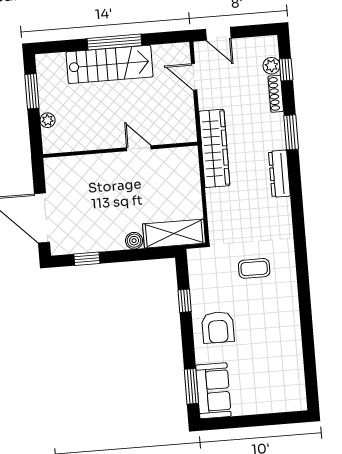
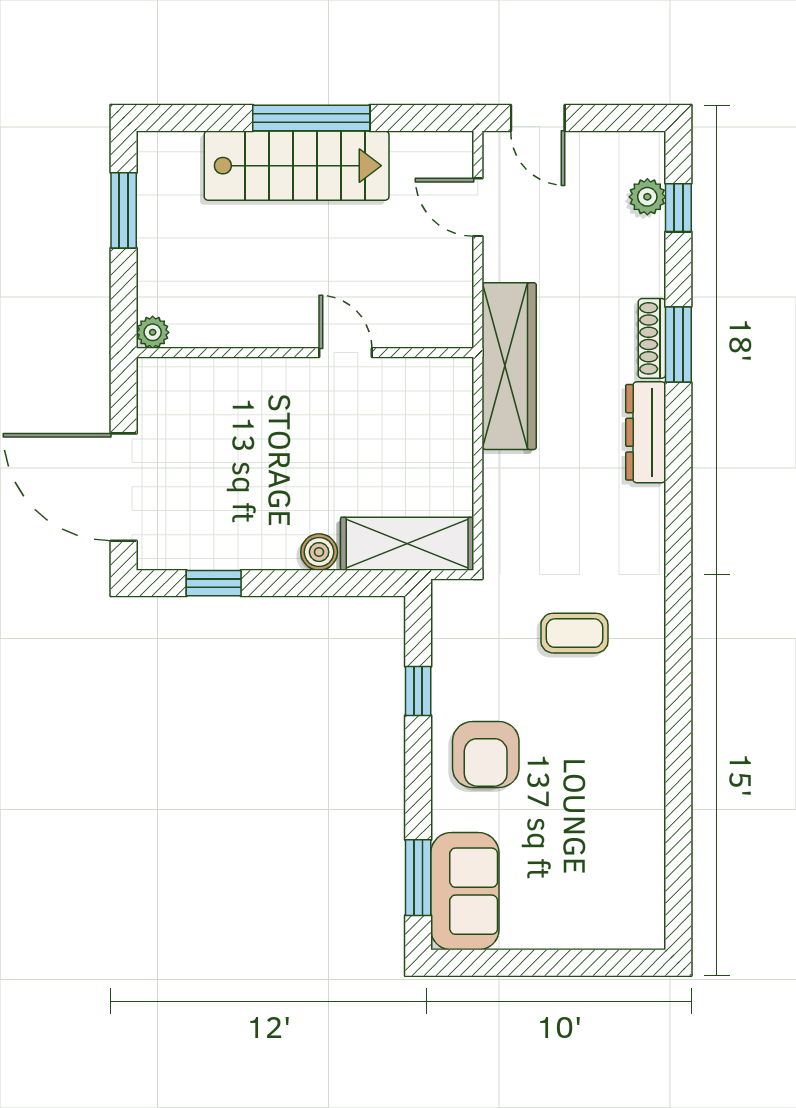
shoe rack: (276, 94) -> (652, 338), moved
plant: (48, 120) -> (153, 332), moved

